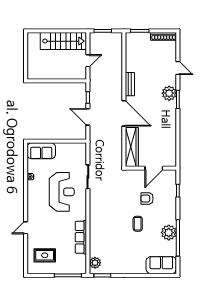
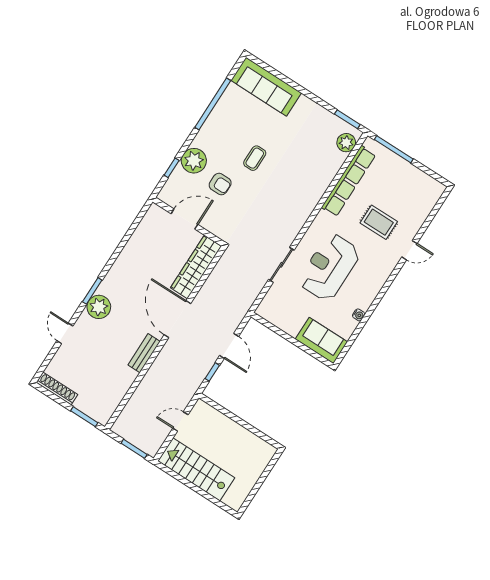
plant: (169, 233) -> (194, 161), moved
row of seats: (81, 237) -> (349, 181), width x1.36
rug: (45, 255) -> (379, 222), moved
sofa: (161, 265) -> (266, 87), width x1.36

